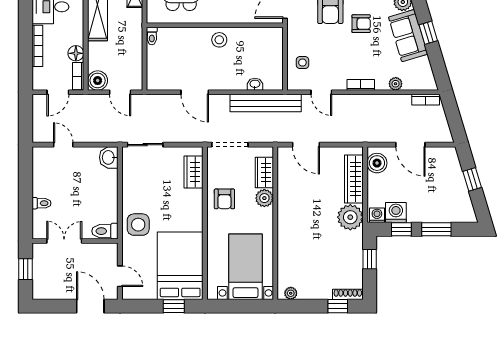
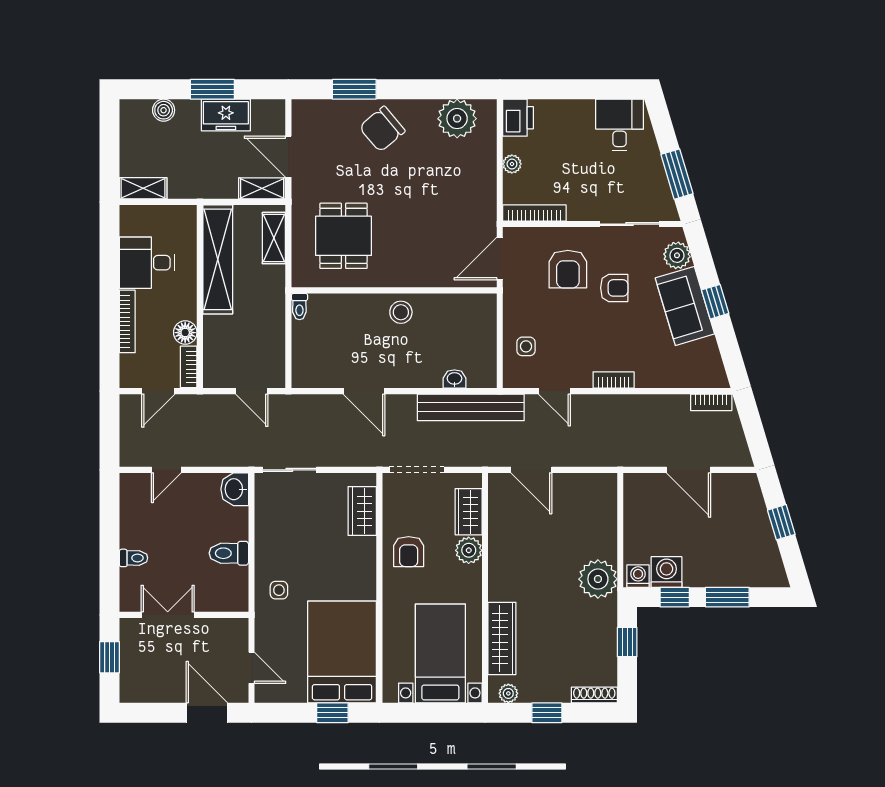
boiler: (98, 81) -> (218, 373), removed
plant: (396, 84) -> (666, 378), removed
door: (63, 145) -> (166, 470), swing flipped
boiler: (377, 163) -> (638, 498), removed
wardrobe: (354, 179) -> (502, 638), moved, turned 180
side table: (138, 225) -> (279, 590), width x0.54, depth x0.54
toilet: (105, 231) -> (229, 553), moved
window: (338, 306) -> (547, 713), moved

